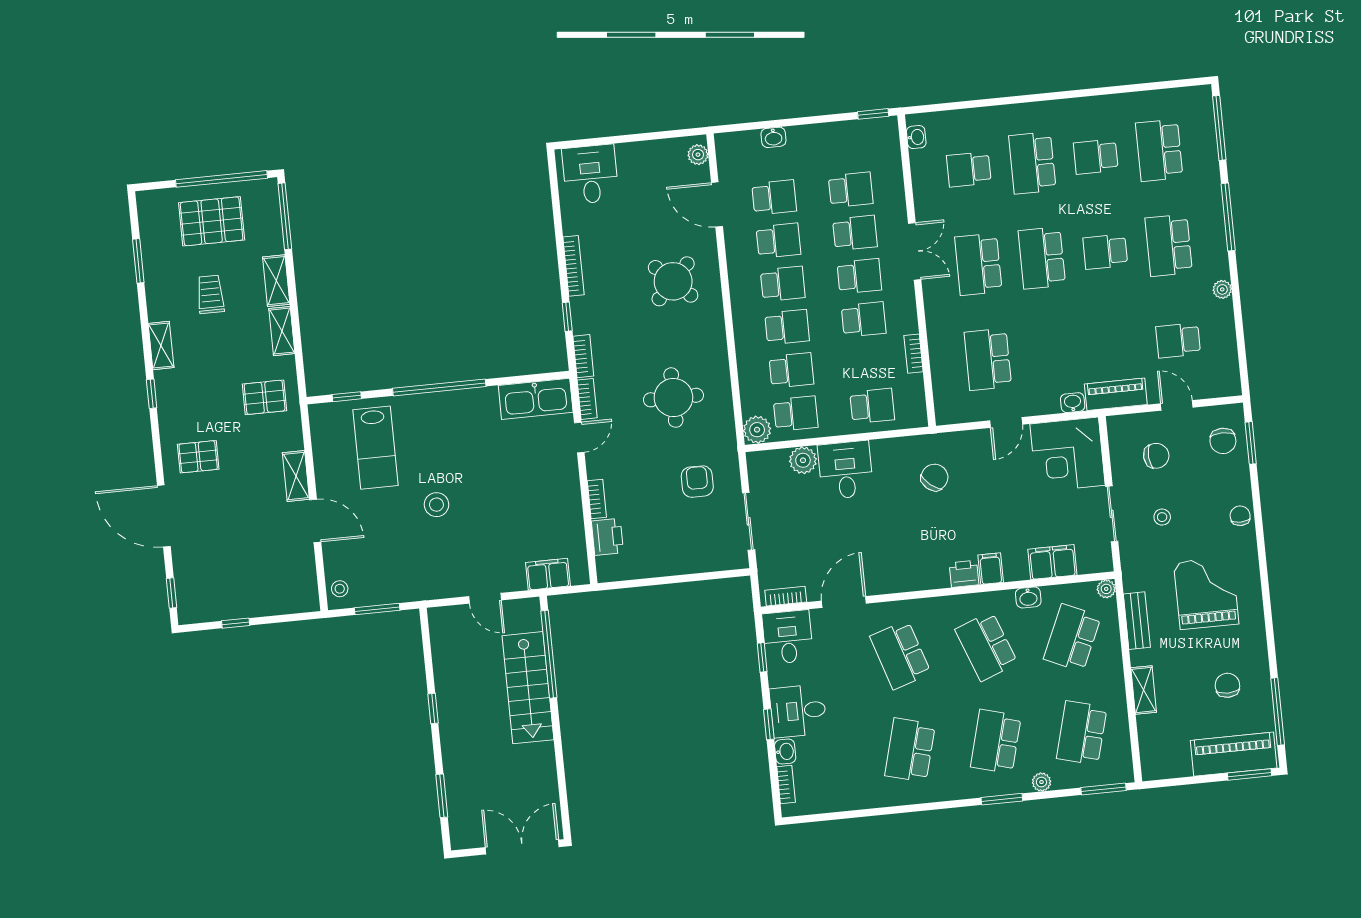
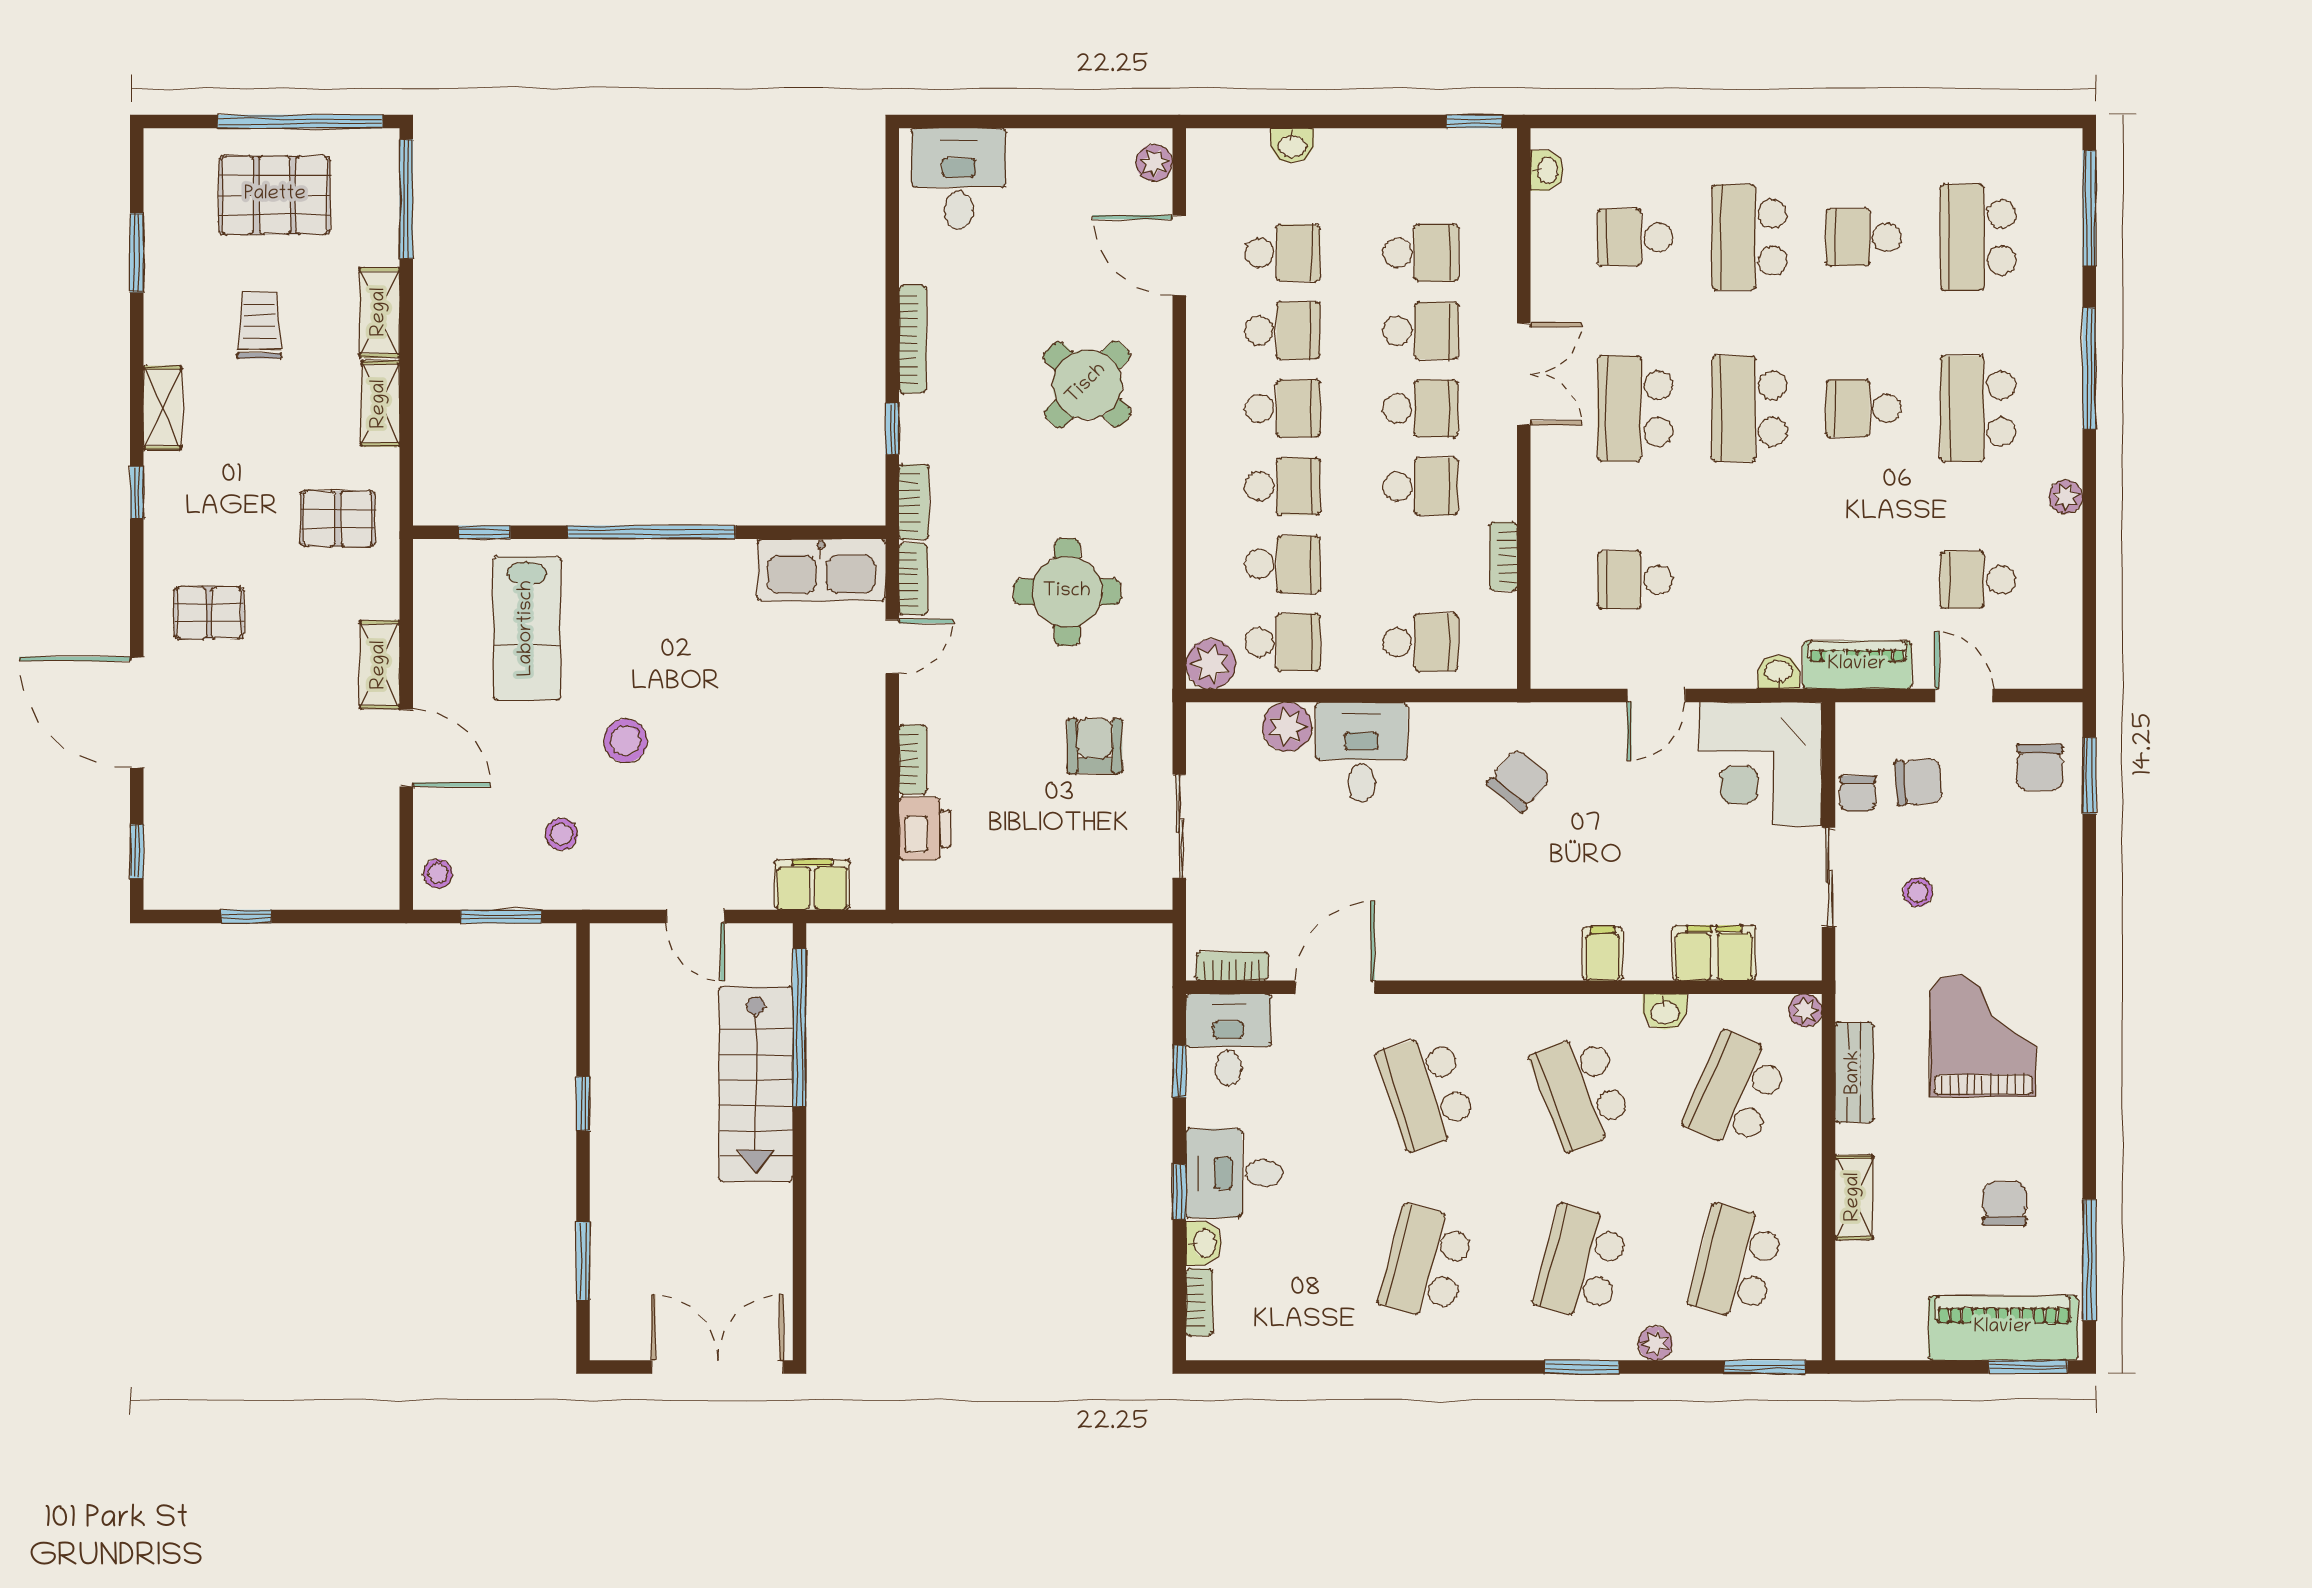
school desk: (988, 359) -> (1635, 580), width x0.54
chair: (1240, 516) -> (1858, 793), moved, turned 180
stool: (406, 560) -> (561, 834), added
printer: (964, 574) -> (1554, 958), removed

